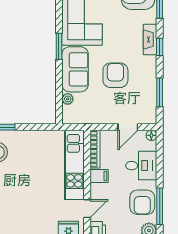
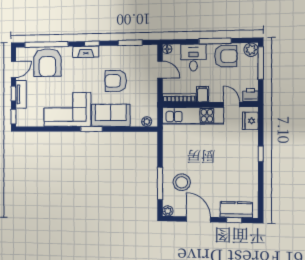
plant: (68, 99) -> (147, 122), moved
window: (160, 206) -> (215, 41), moved

